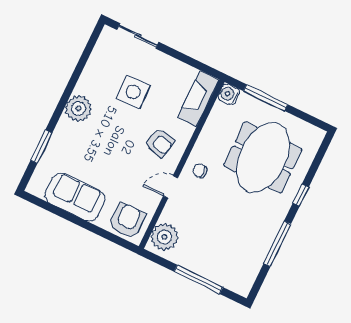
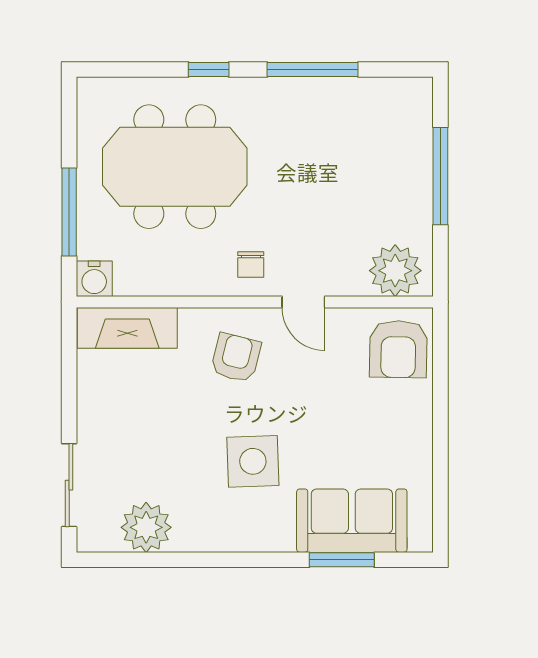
side table: (133, 92) -> (253, 461), moved
plant: (78, 109) -> (146, 527), moved
sofa: (75, 197) -> (352, 521), moved, turned 90
armchair: (127, 221) -> (398, 349), turned -89

